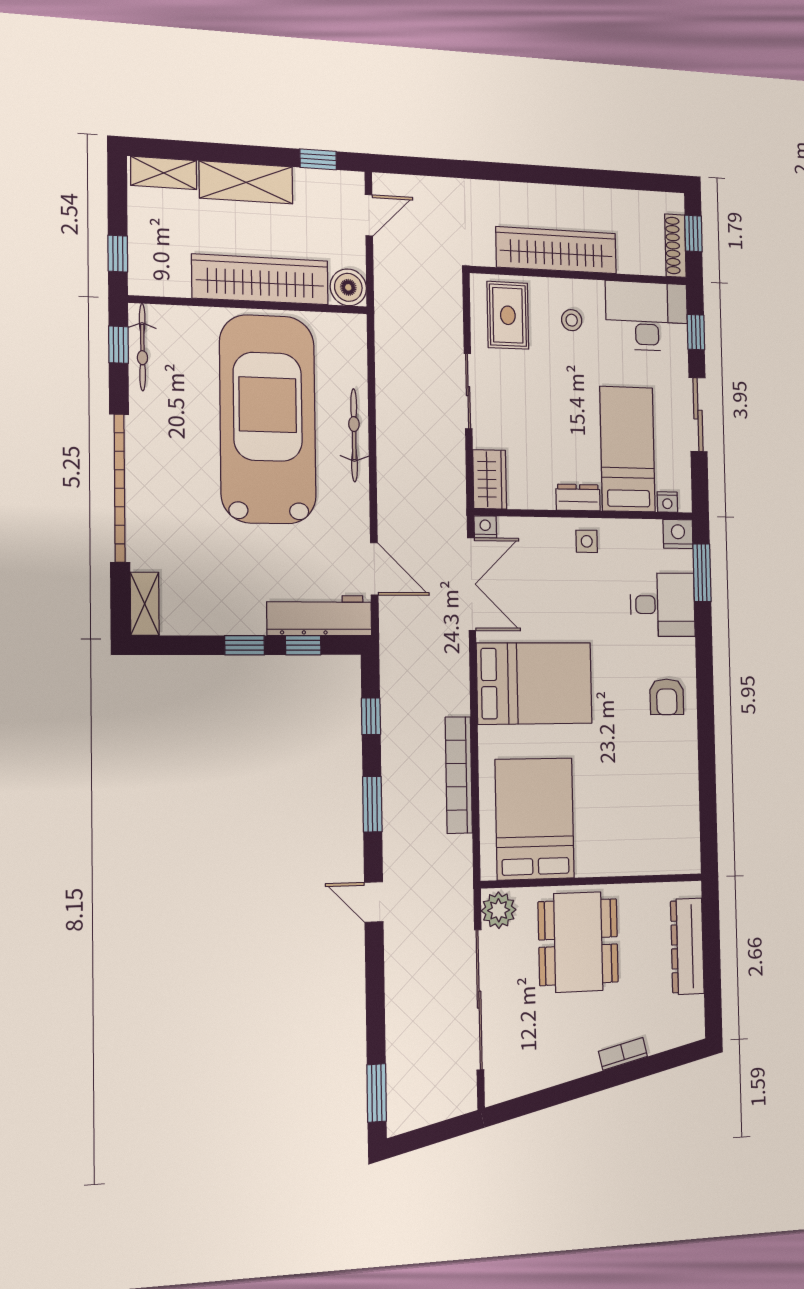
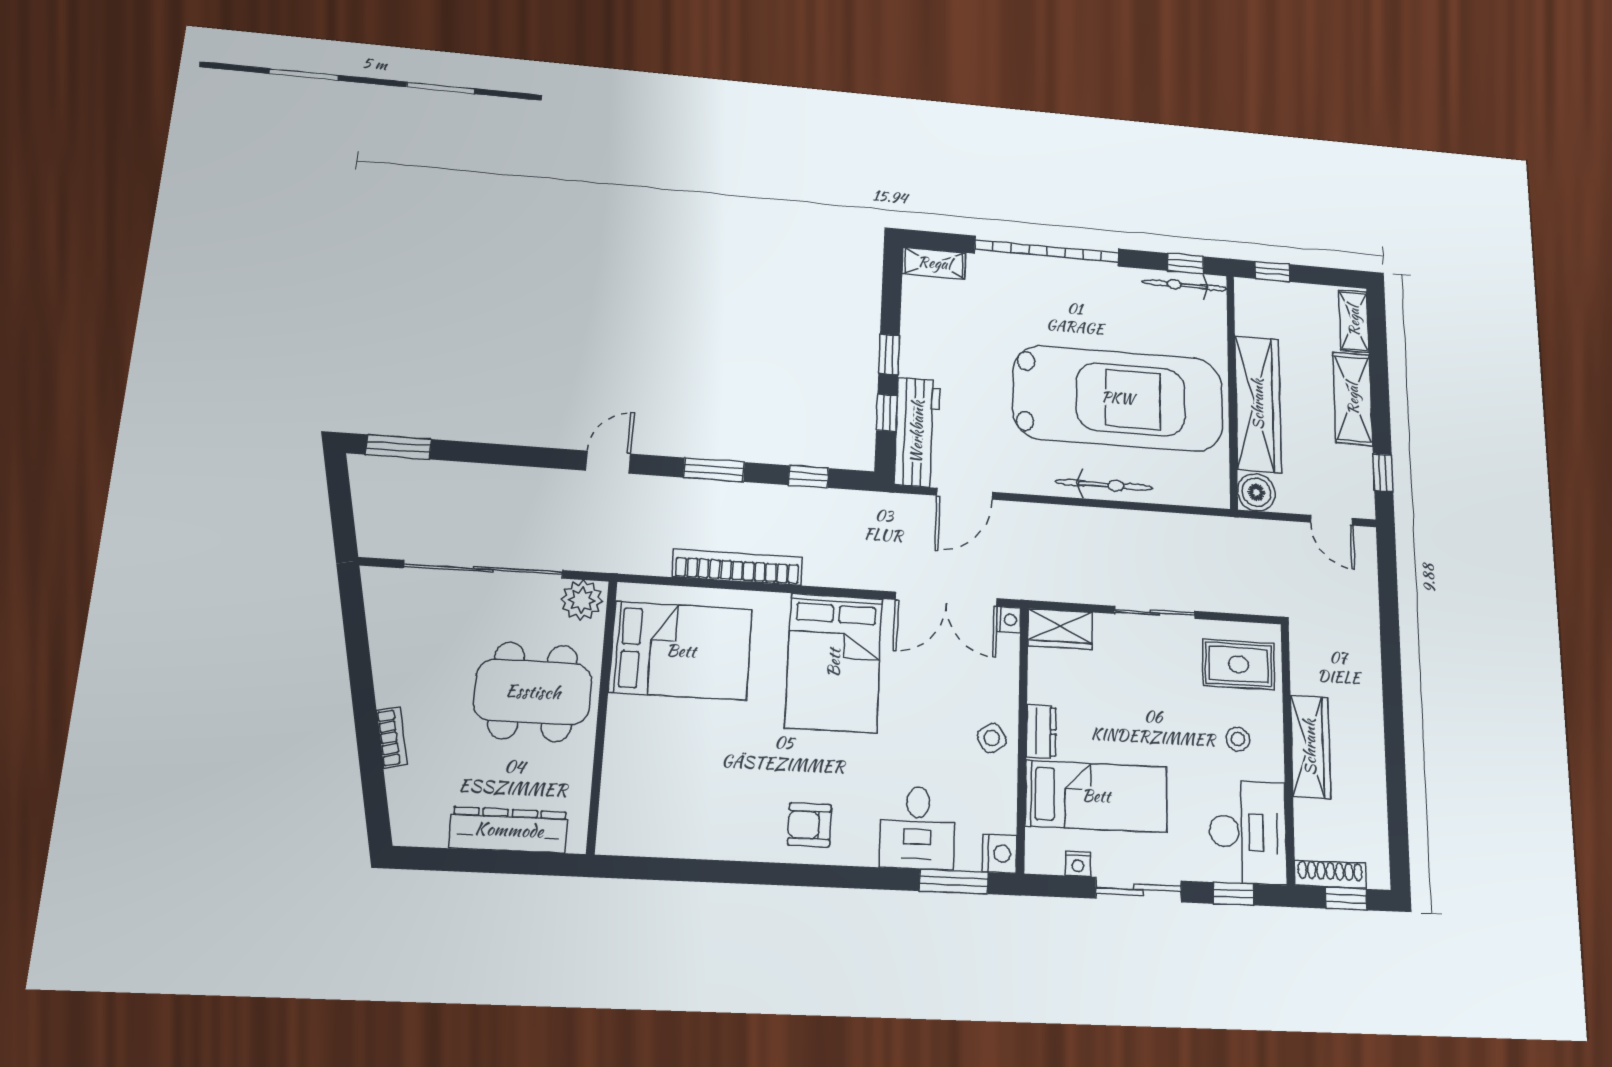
wardrobe: (556, 250) -> (1310, 747), width x0.71, depth x0.85
nightstand: (667, 502) -> (1078, 864), moved, turned -90
side table: (587, 541) -> (992, 738), turned -32

